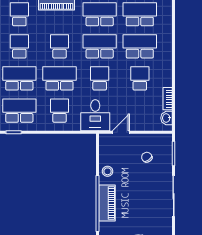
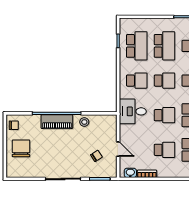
school desk: (59, 78) -> (164, 81), width x0.54
door: (121, 132) -> (118, 149), moved

